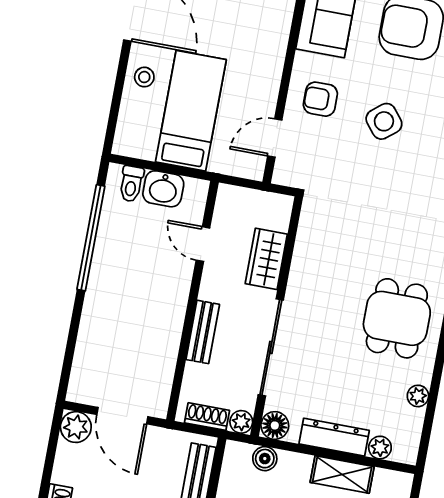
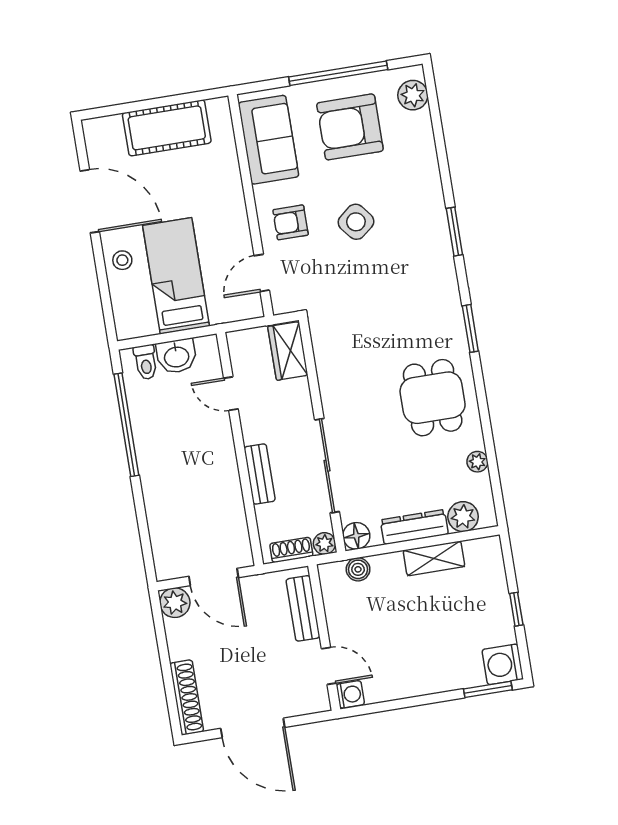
wardrobe: (266, 259) -> (288, 351), moved
plant: (380, 448) -> (463, 517), width x1.38, depth x1.38

